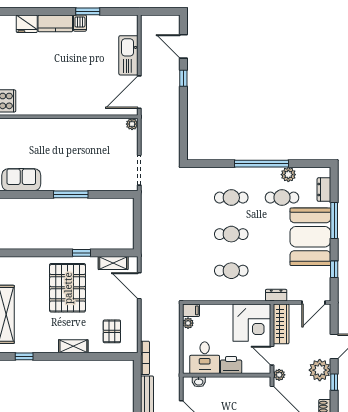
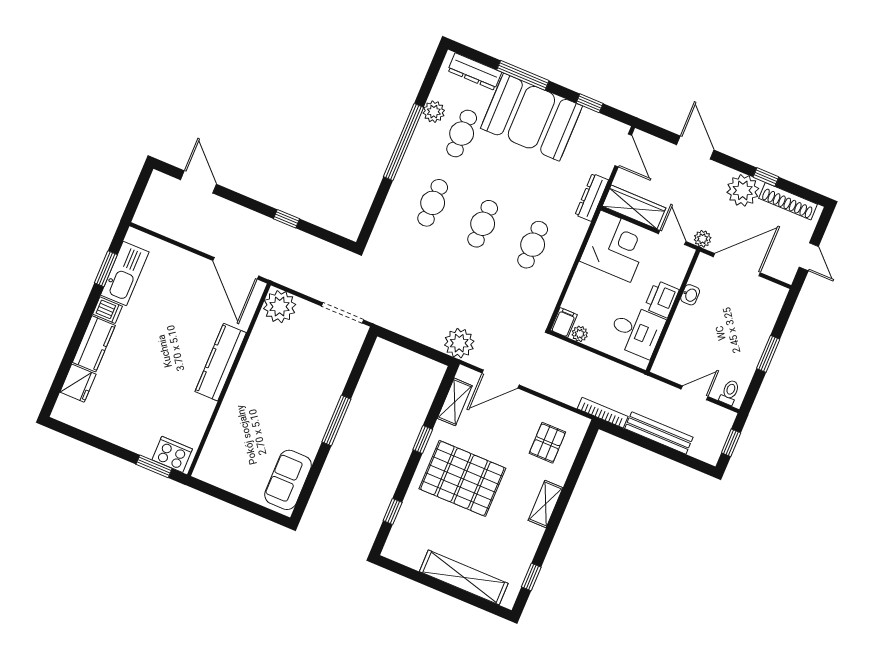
window: (88, 11) -> (106, 269), moved
door: (183, 46) -> (199, 182), swing flipped
kitchen sink: (128, 55) -> (125, 274), moved, turned -90
window: (183, 78) -> (286, 219), moved
kitchen counter: (77, 107) -> (221, 362), added
plant: (132, 124) -> (280, 307), width x1.88, depth x1.88
dresser: (324, 190) -> (475, 72), width x1.44
plant: (151, 251) -> (459, 343), added
window: (29, 253) -> (393, 512), added
dresser: (276, 295) -> (592, 197), width x1.44
pallet: (112, 331) -> (547, 443), turned 90
door: (272, 356) -> (672, 238), swing flipped
plant: (320, 370) -> (743, 190), moved
washbasin: (199, 382) -> (690, 295), moved
window: (334, 382) -> (766, 177), moved

